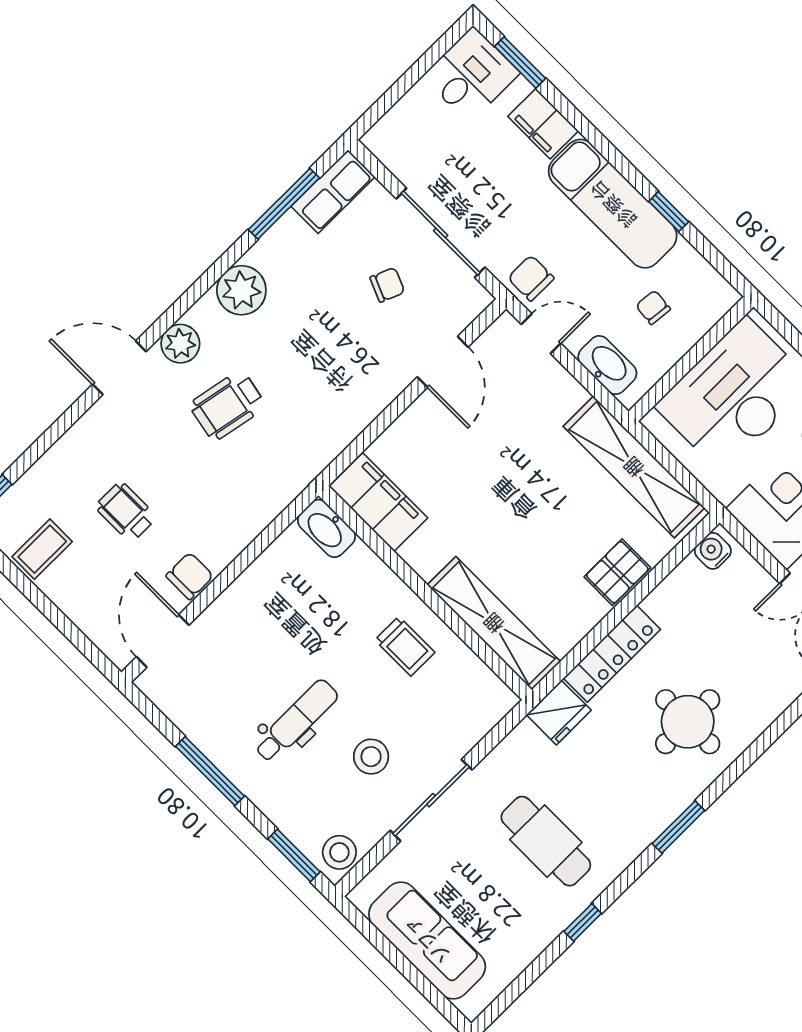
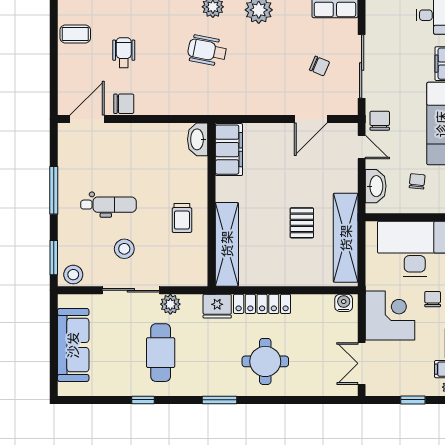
pallet: (617, 572) -> (302, 223), moved, turned 90
plant: (498, 768) -> (170, 304), added

